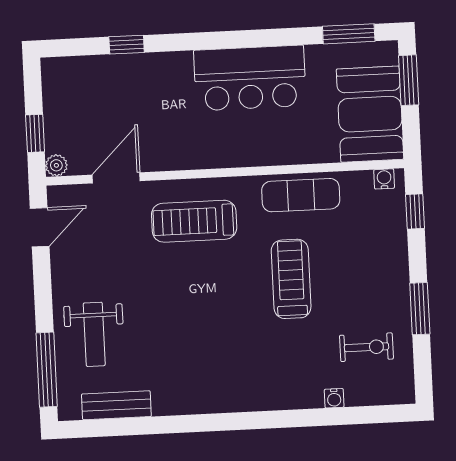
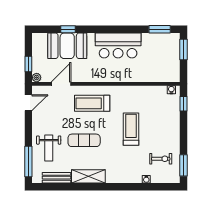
booth: (370, 114) -> (67, 46), moved, turned 90
exercise mat: (301, 195) -> (84, 140), moved
window: (420, 309) -> (183, 165), moved
shelving: (193, 398) -> (88, 176), added

